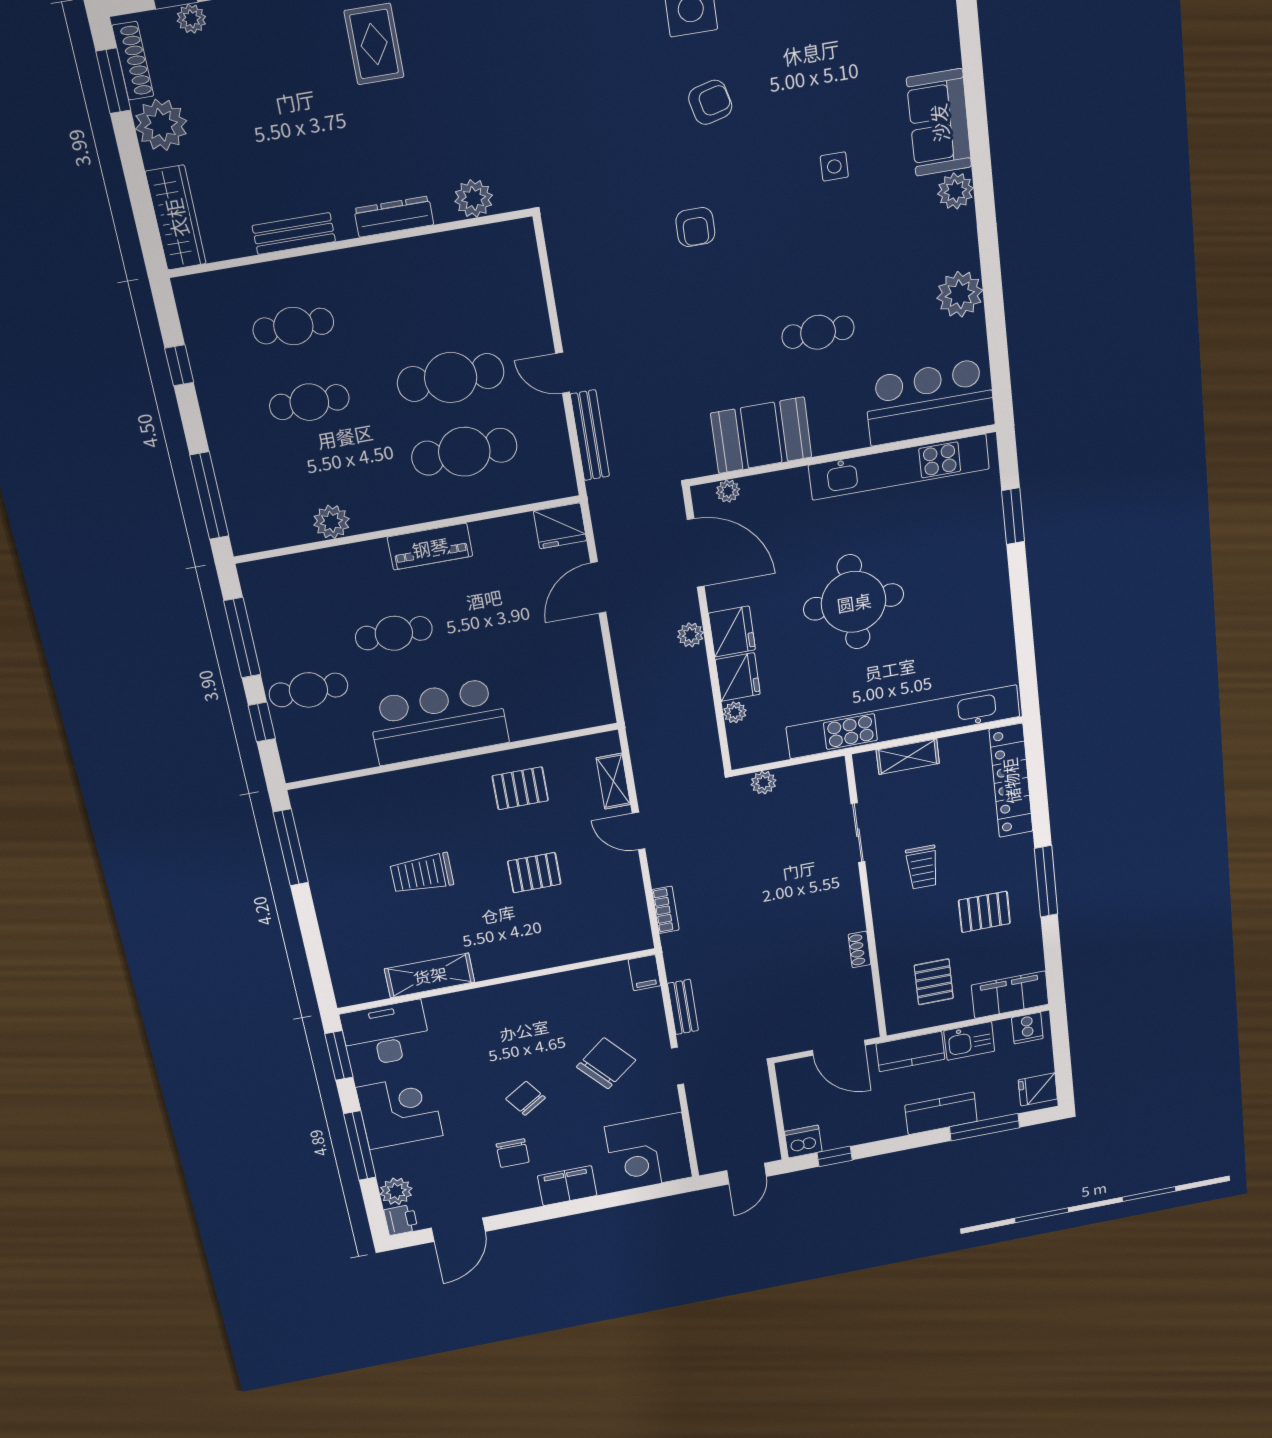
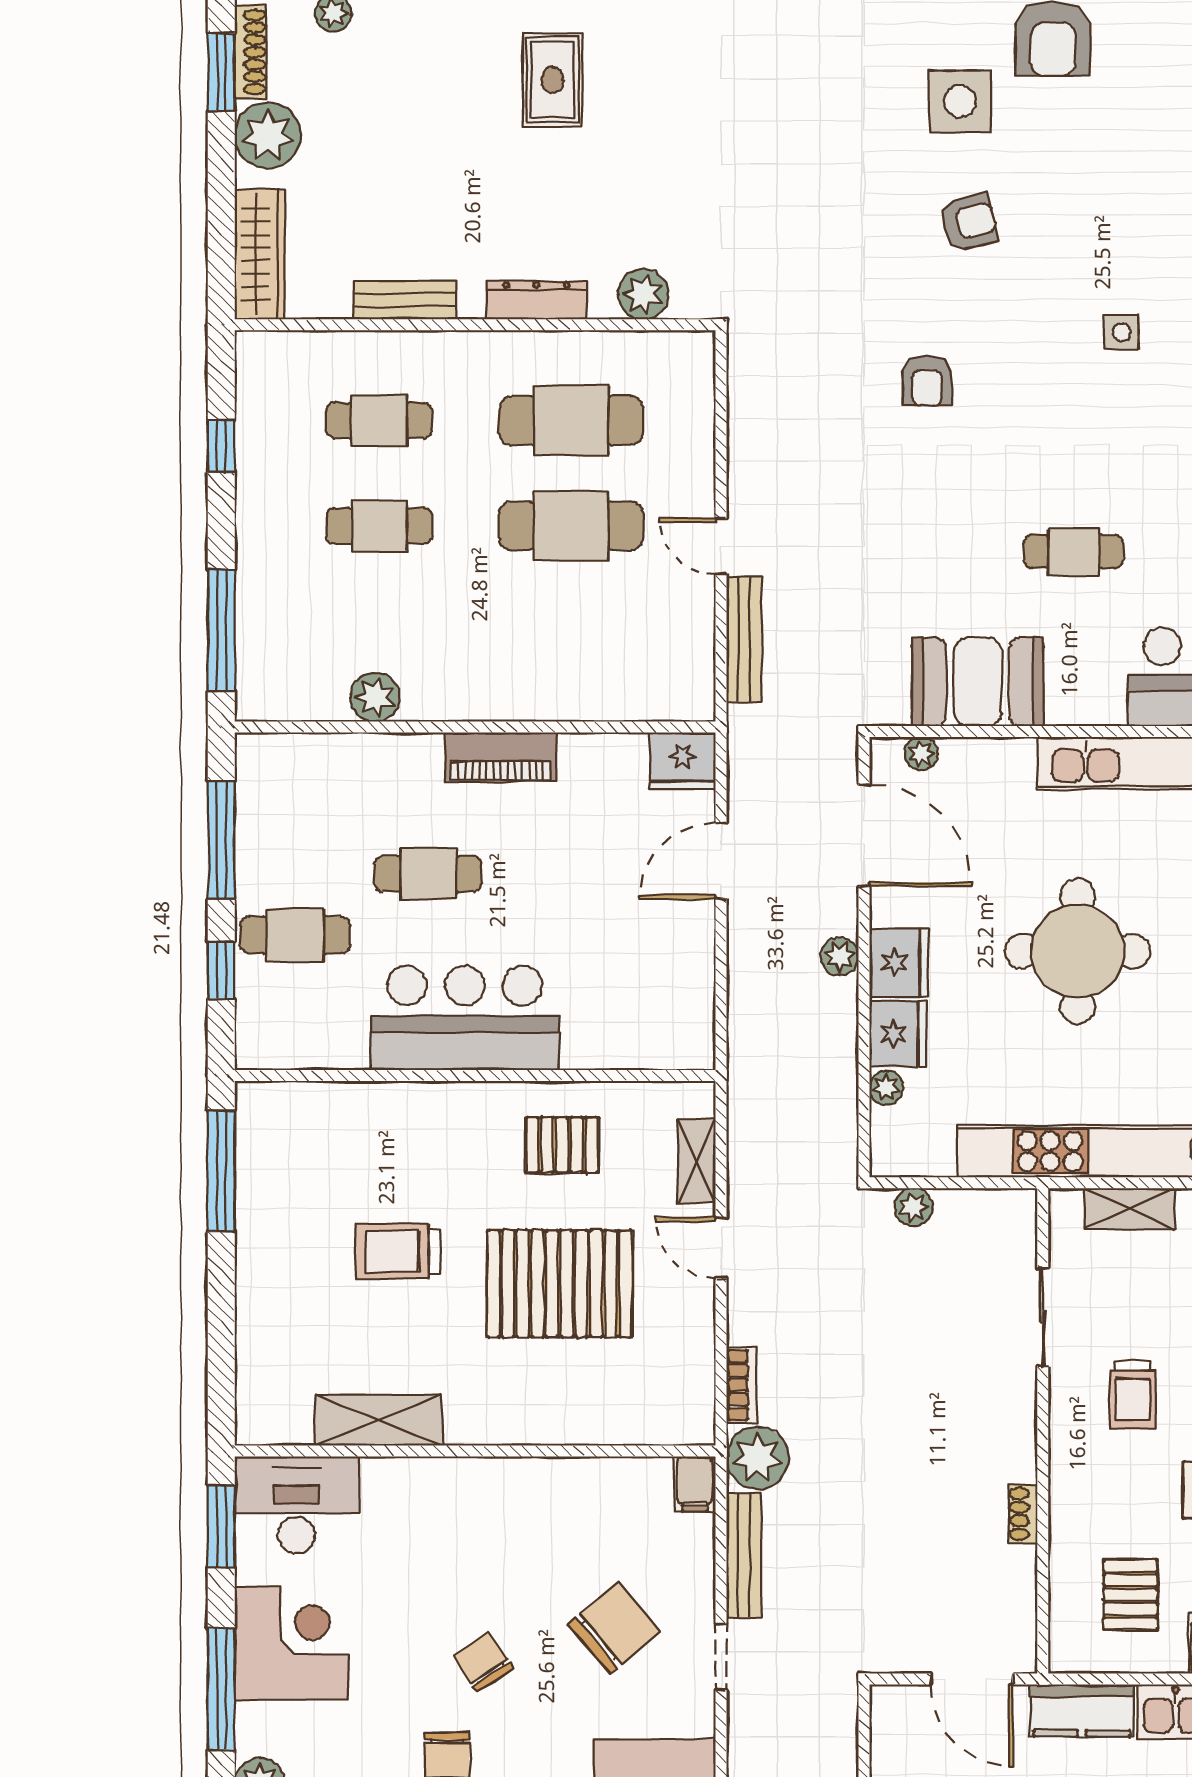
cafe table: (464, 452) -> (571, 420), moved
pallet: (534, 873) -> (559, 1284), width x2.05, depth x2.00
plant: (683, 950) -> (758, 1458), added
bench: (683, 1007) -> (744, 1555), width x1.36

